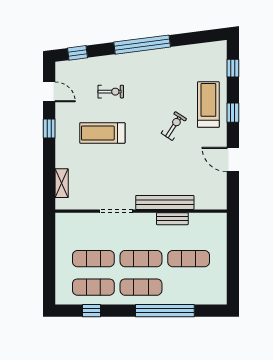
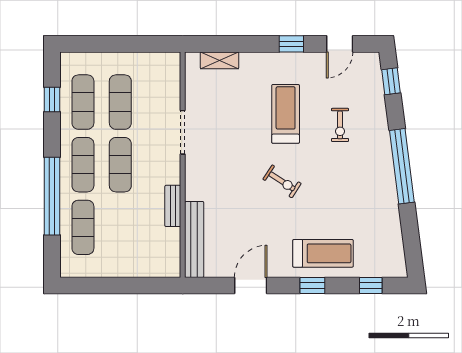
exercise bike: (174, 126) -> (282, 181), moved
bench: (165, 202) -> (194, 239), moved
exercise mat: (189, 259) -> (83, 227), moved

